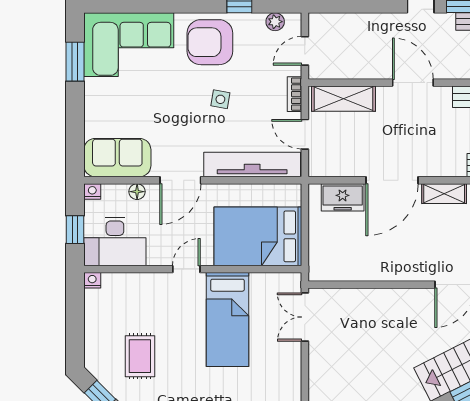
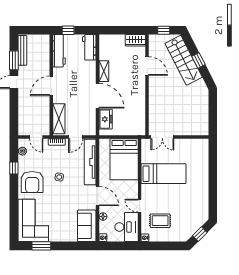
window: (75, 230) -> (121, 246), removed
door: (186, 269) -> (140, 206), moved
rug: (140, 356) -> (160, 221), moved

